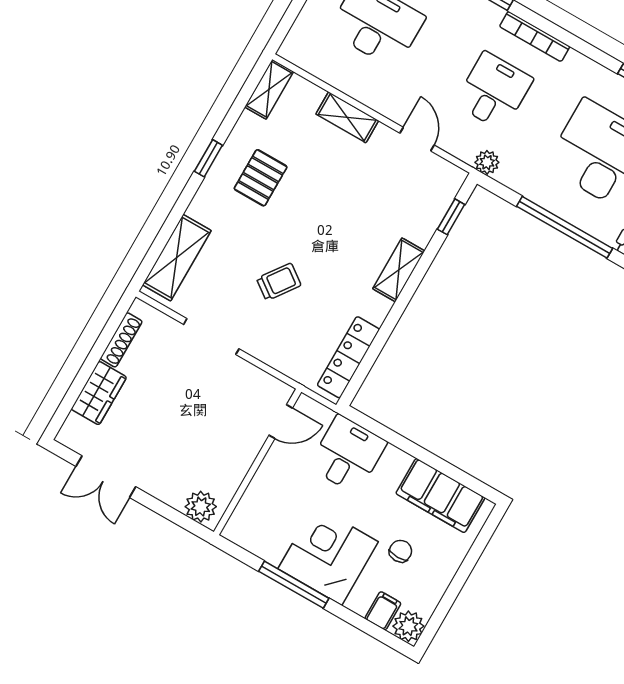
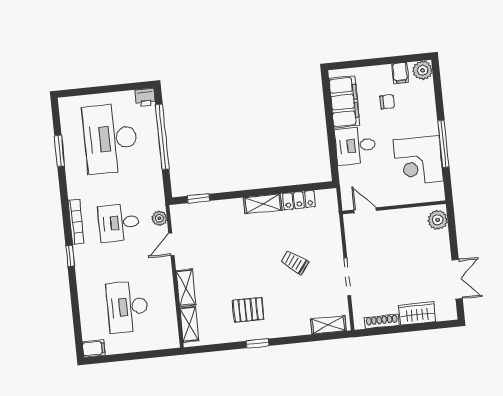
shelving: (269, 89) -> (189, 324), moved, turned 90
plant: (487, 162) -> (159, 218), moved
shelving: (177, 258) -> (328, 325), width x0.67, depth x0.75
shelving: (399, 270) -> (263, 204), moved
locker: (348, 357) -> (299, 200), width x0.66
desk: (348, 454) -> (355, 146), moved
chair: (401, 551) -> (387, 102), turned 180
corner desk: (328, 555) -> (418, 161), moved
filing cabinet: (383, 611) -> (400, 73), moved, turned -90

